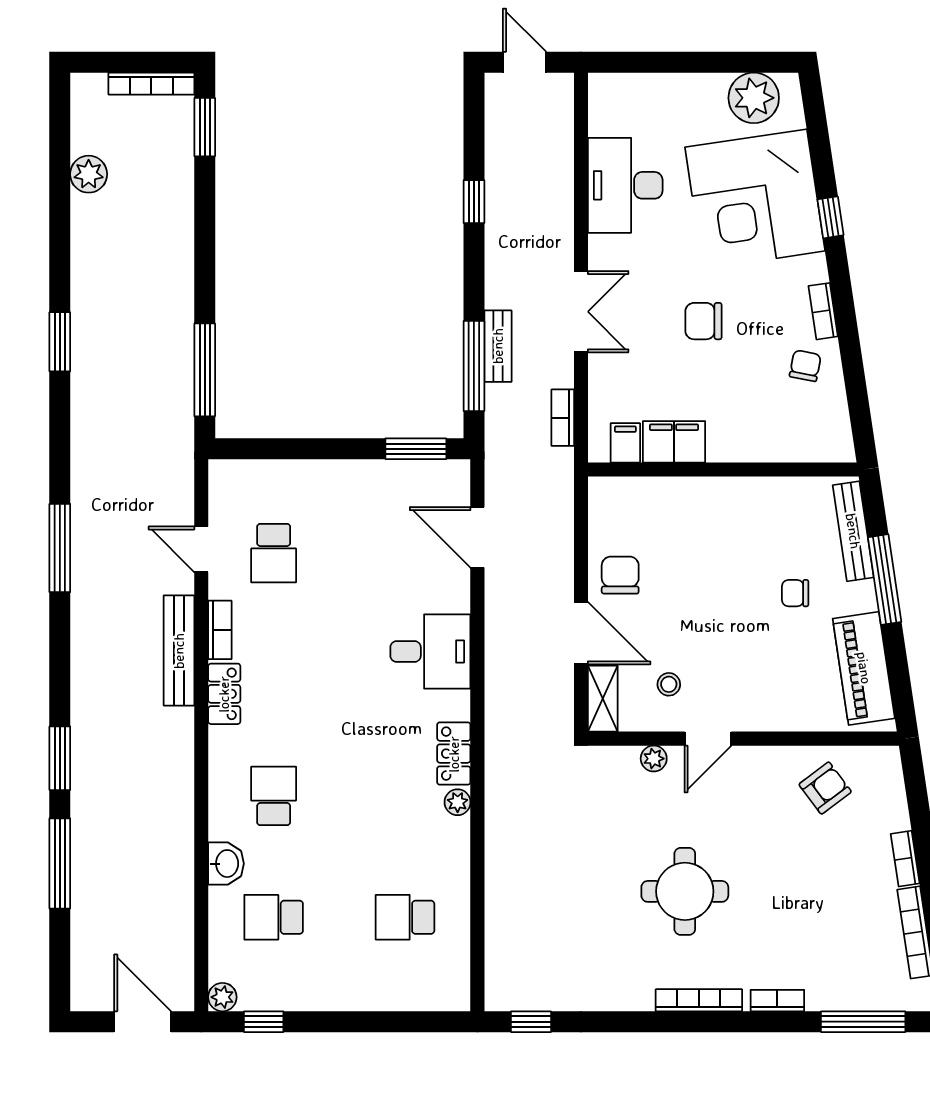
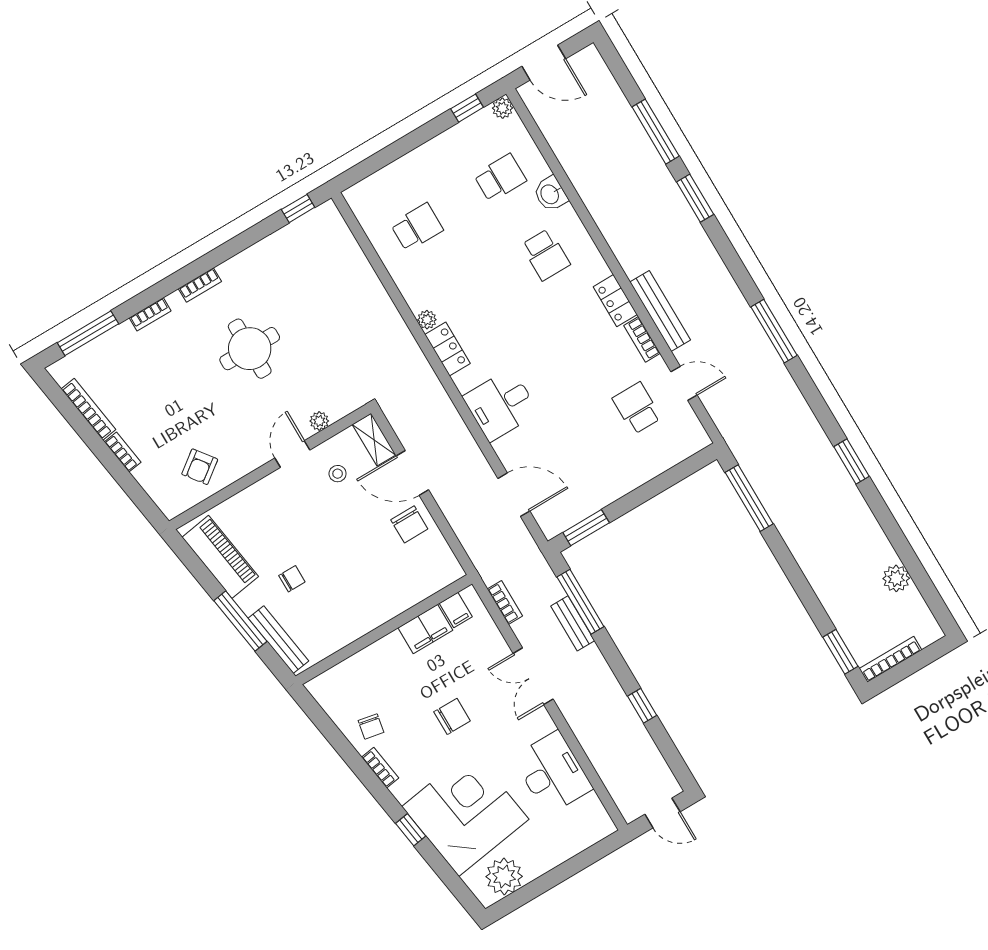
bookcase: (699, 1000) -> (200, 285), width x0.64

